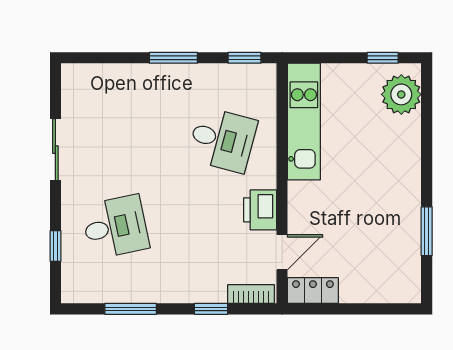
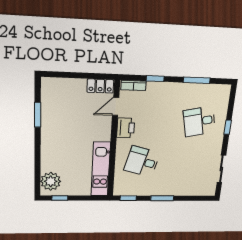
sliding door: (55, 150) -> (221, 169), moved
window: (55, 246) -> (228, 127), moved

